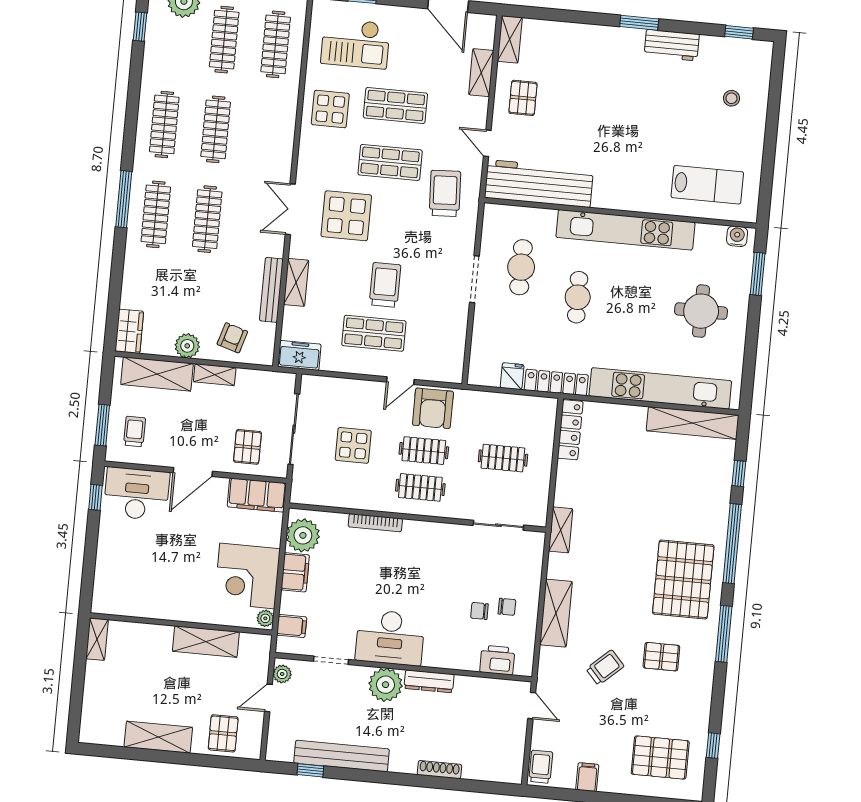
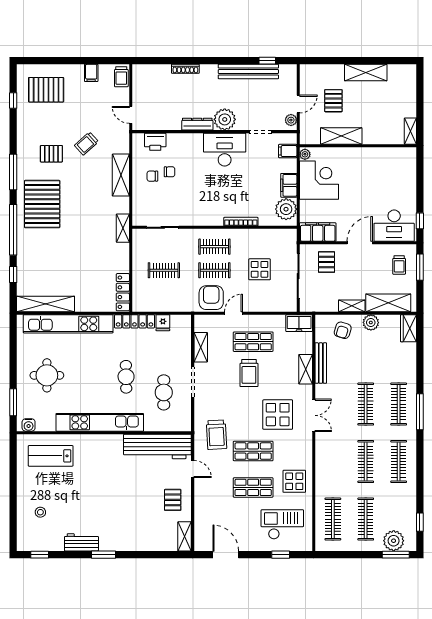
shelving: (481, 73) -> (201, 347), moved
pallet: (223, 733) -> (333, 101), moved

